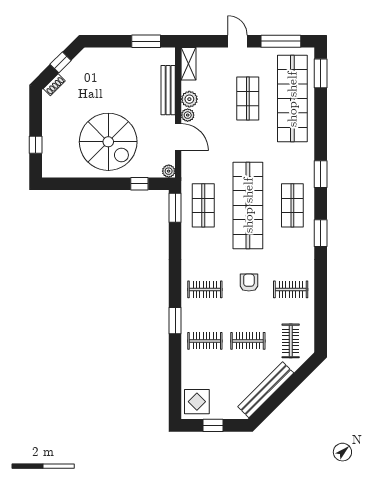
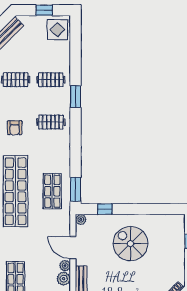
spiral stairs: (108, 142) -> (130, 244), width x0.73, depth x0.73

